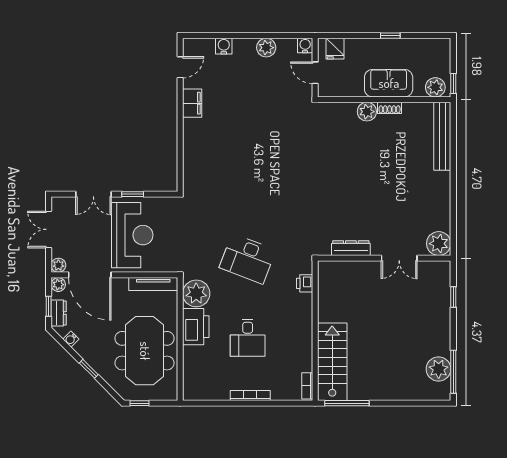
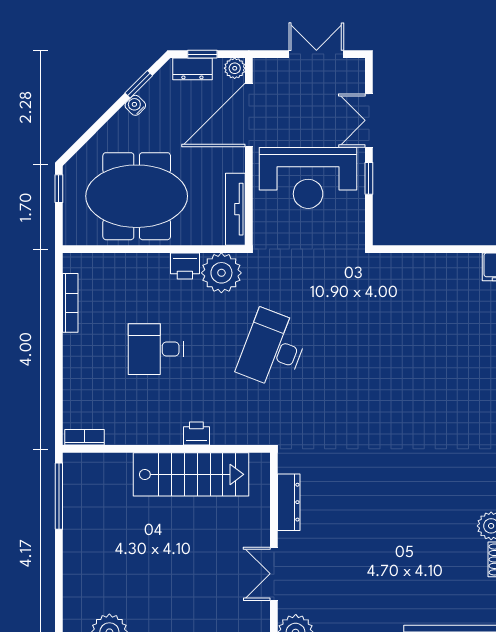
plant: (58, 265) -> (263, 68), removed
printer: (305, 283) -> (196, 434), moved
printer: (196, 327) -> (185, 266), width x0.53, depth x0.68
water cooler: (71, 339) -> (135, 105), moved
stairs: (332, 362) -> (191, 474), moved
window: (89, 369) -> (139, 84), moved
bookcase: (250, 395) -> (70, 303), moved

